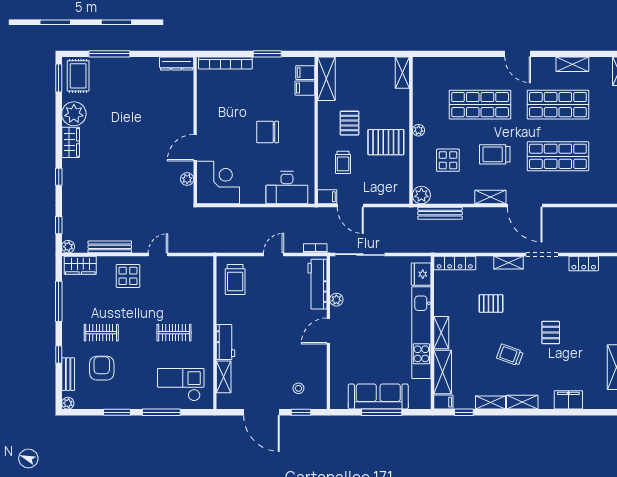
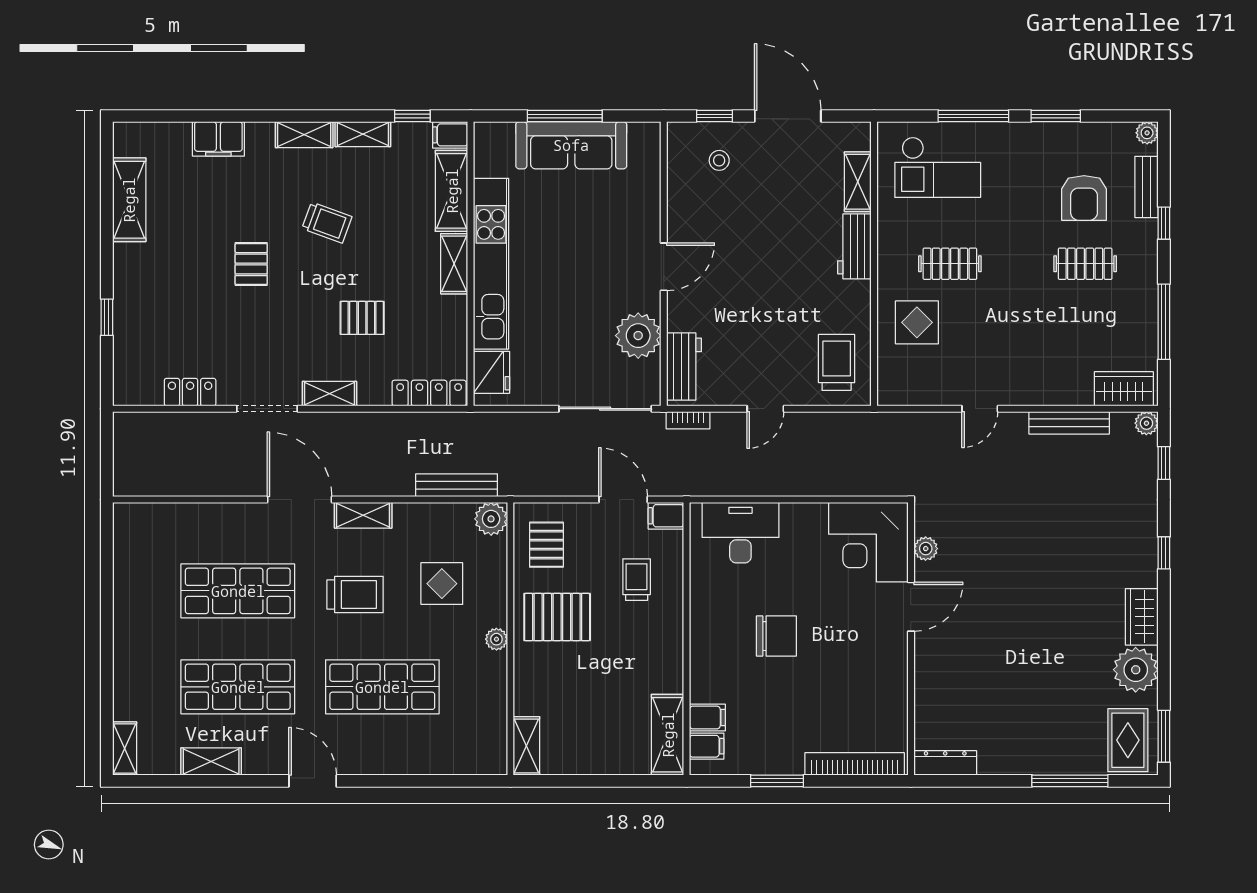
pallet: (349, 123) -> (546, 545), moved
display table: (128, 276) -> (917, 322), moved
workbench: (317, 284) -> (684, 366), width x0.73
plant: (336, 300) -> (638, 336), width x1.87, depth x1.87

